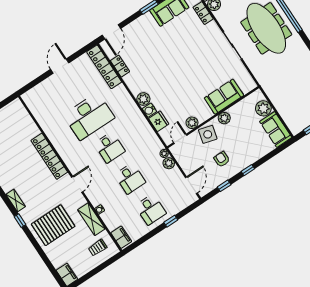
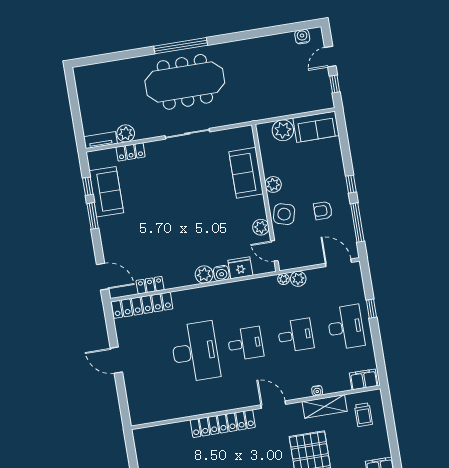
window: (224, 186) -> (357, 223), width x2.17
desk: (151, 210) -> (346, 327), width x1.37

